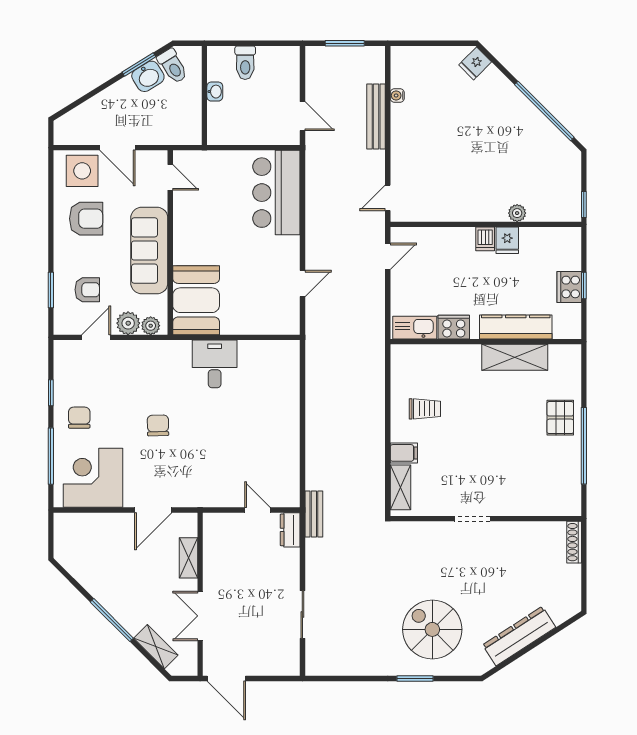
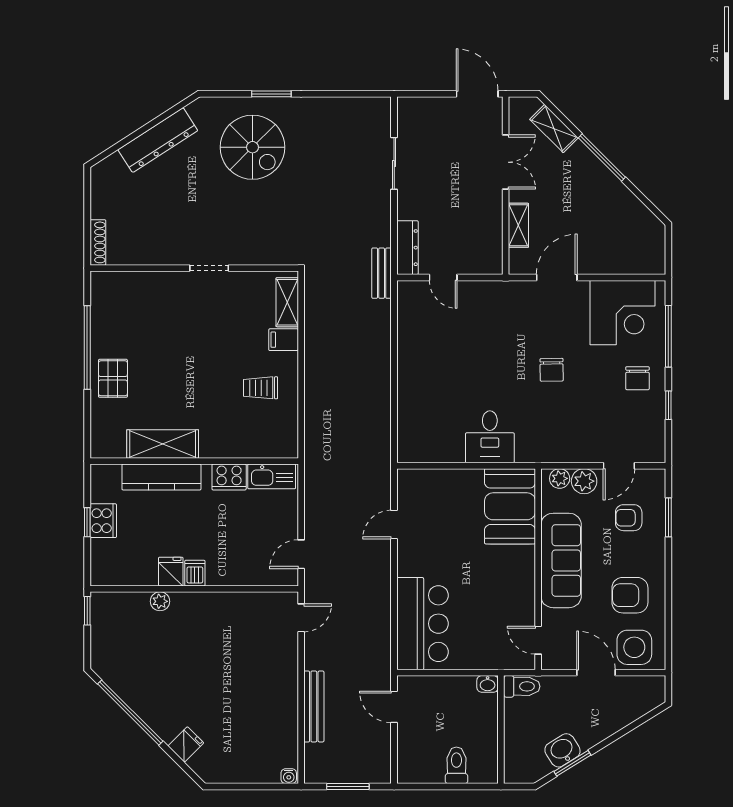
fridge: (475, 63) -> (186, 744), moved
toilet: (173, 66) -> (522, 686), moved, turned 122
washbasin: (215, 92) -> (488, 684), moved, turned -90
water cooler: (397, 96) -> (289, 776), moved, turned 90
dresser: (290, 530) -> (407, 248), width x1.44

